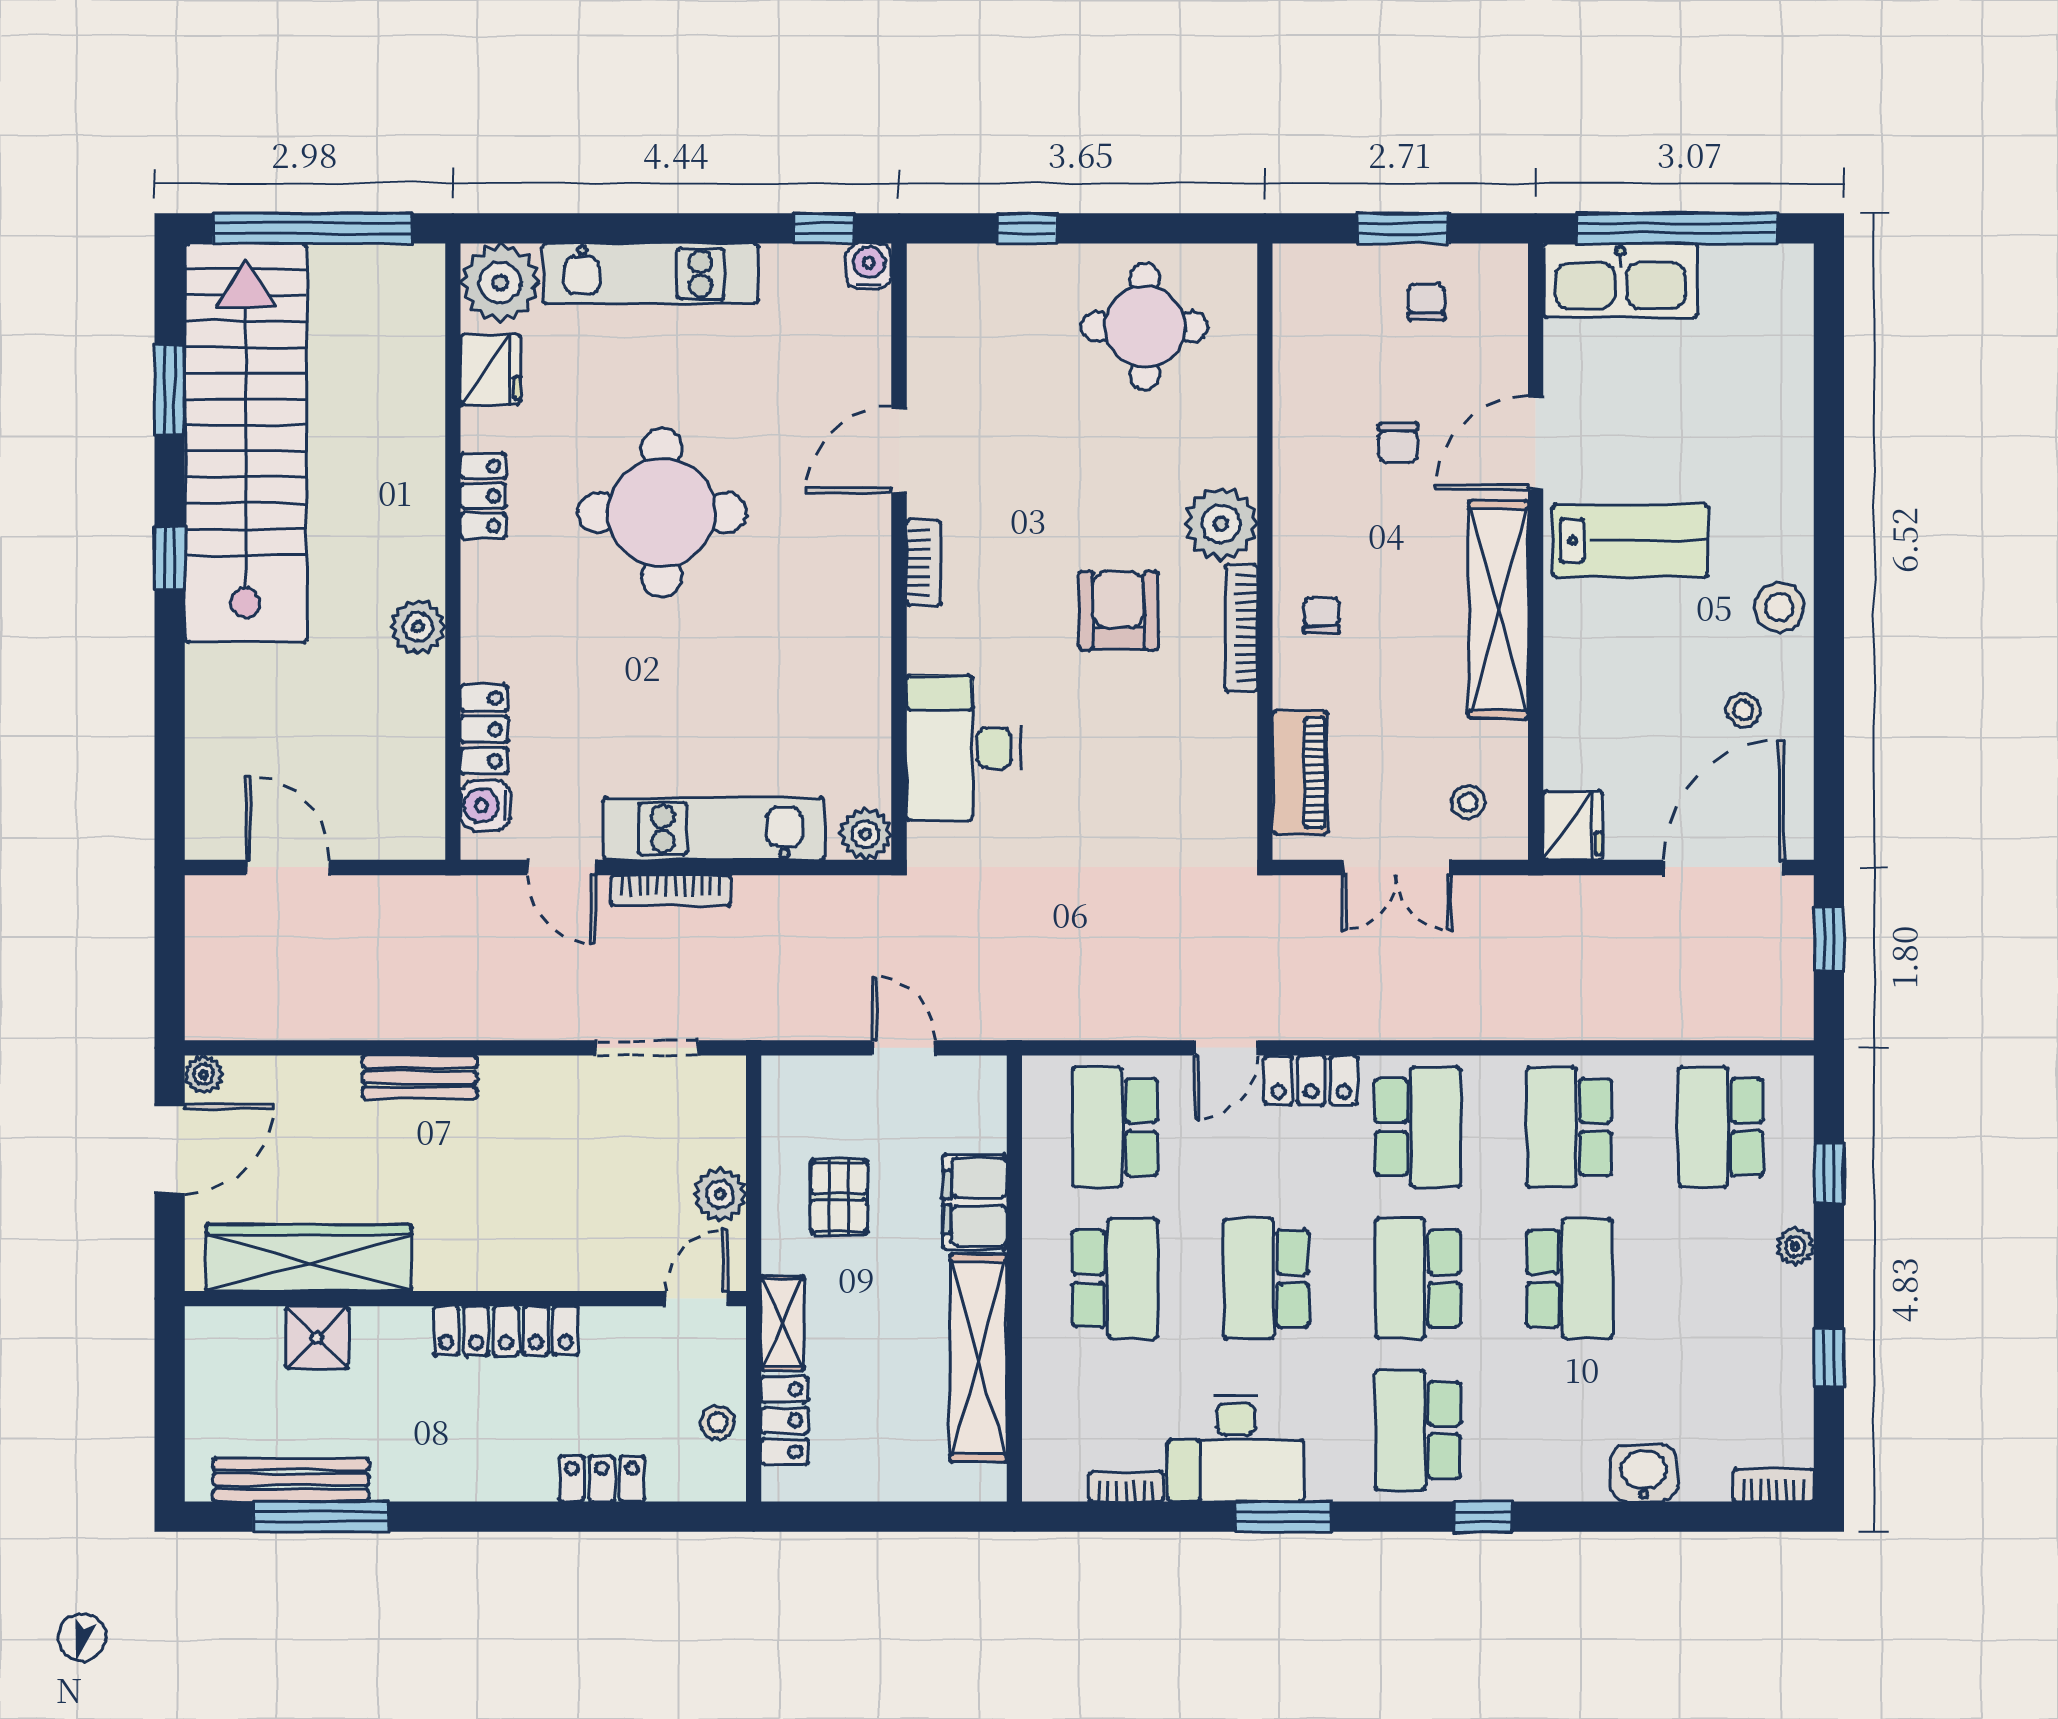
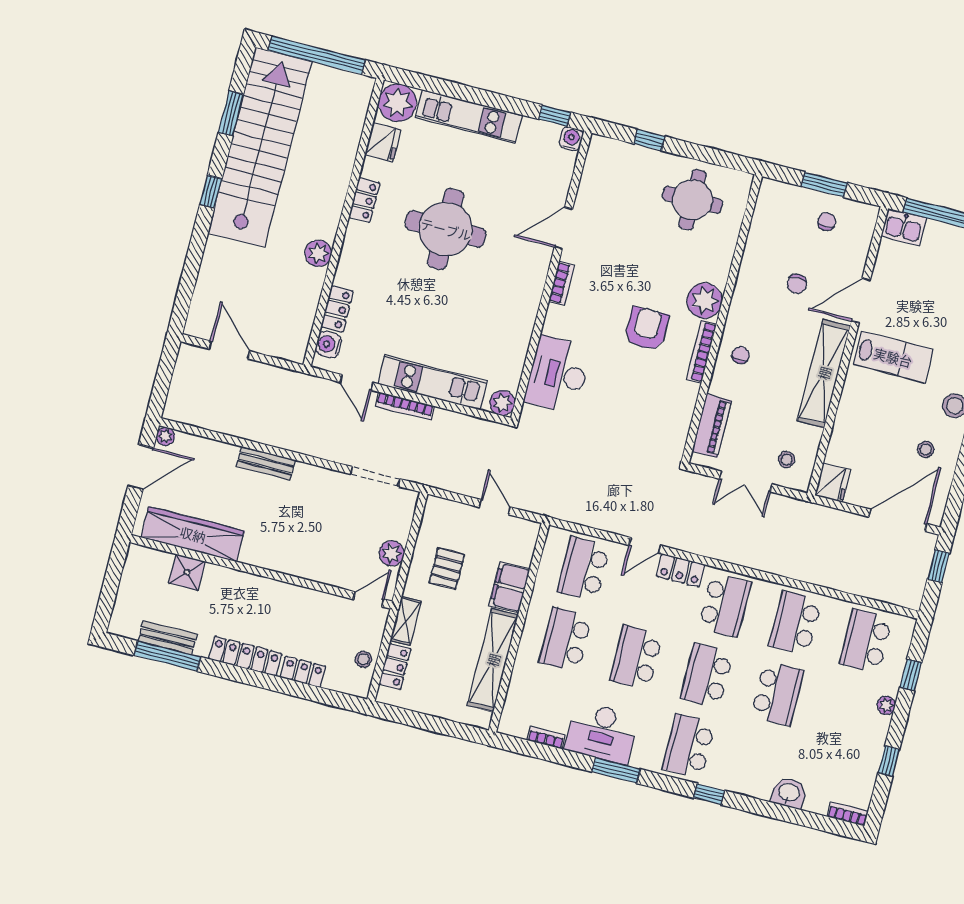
kitchen sink: (1620, 280) -> (904, 227), width x0.53, depth x0.81
school desk: (1115, 1279) -> (566, 639), turned 180
locker: (506, 1331) -> (245, 656), moved, turned 180
bench: (291, 1480) -> (168, 638), width x0.73

